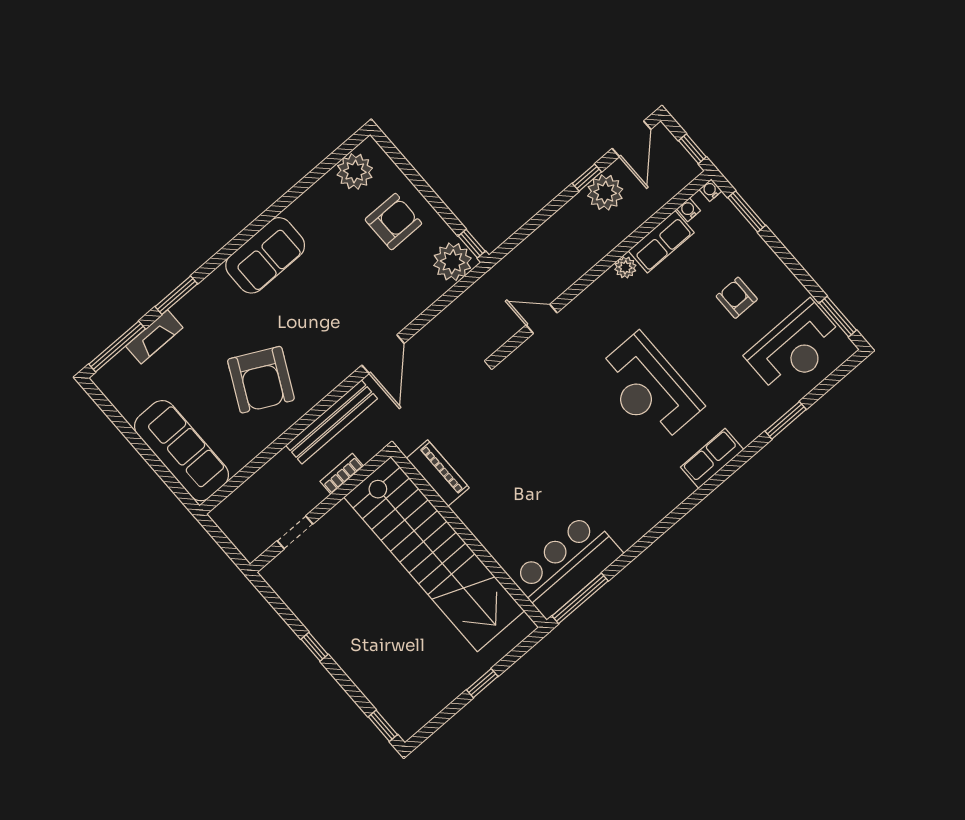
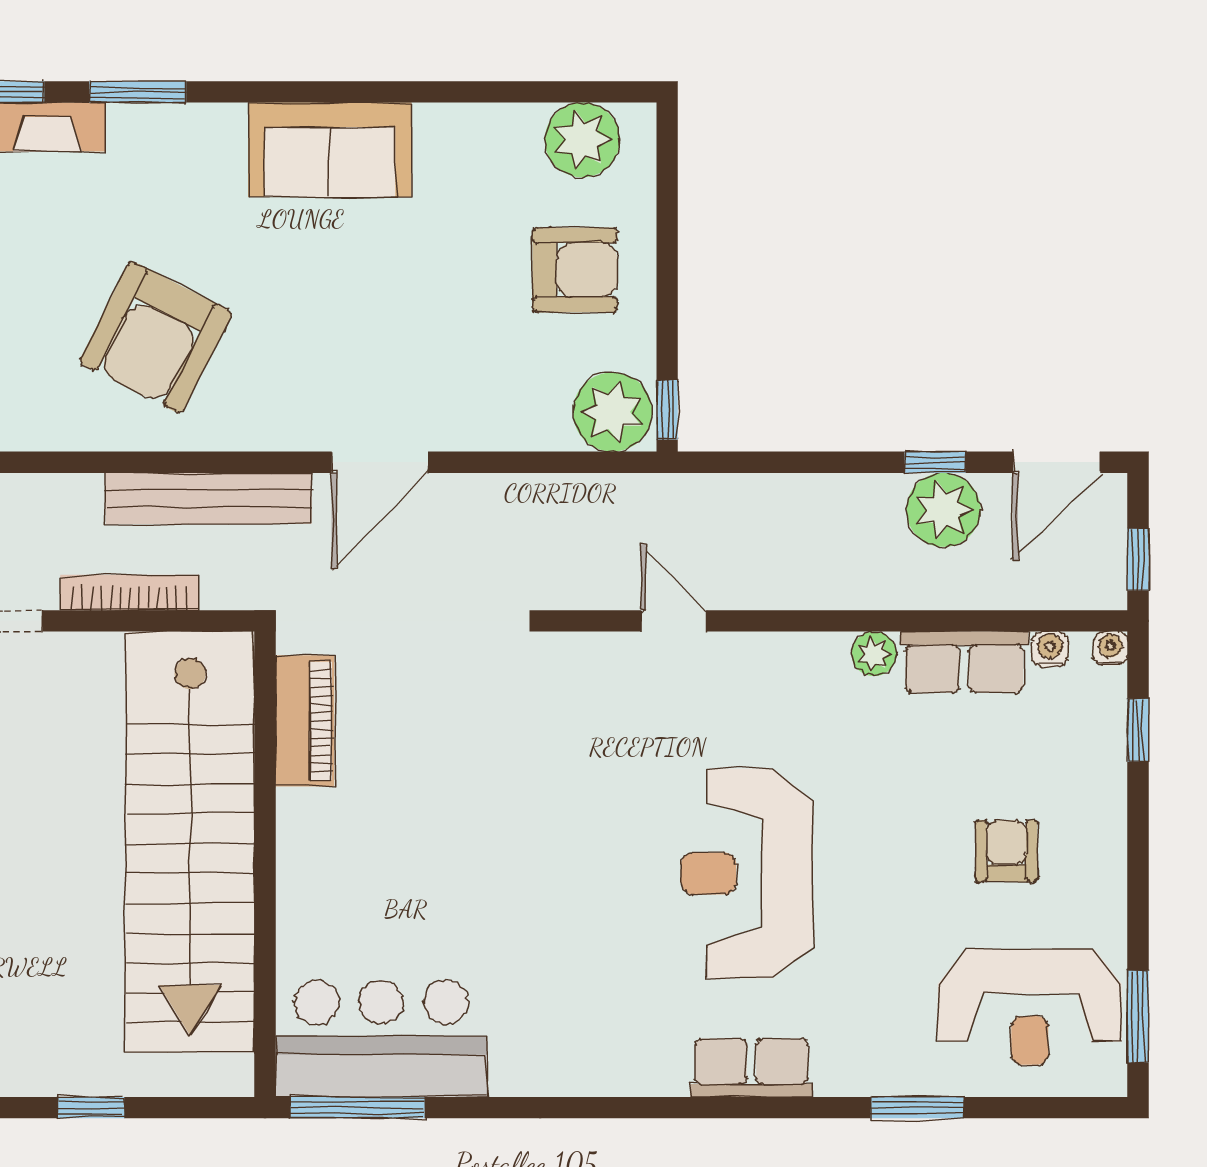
window: (747, 211) -> (1138, 730), width x0.67
bookcase: (342, 474) -> (130, 593), width x1.56

